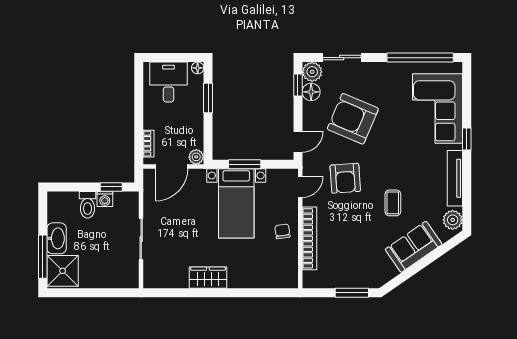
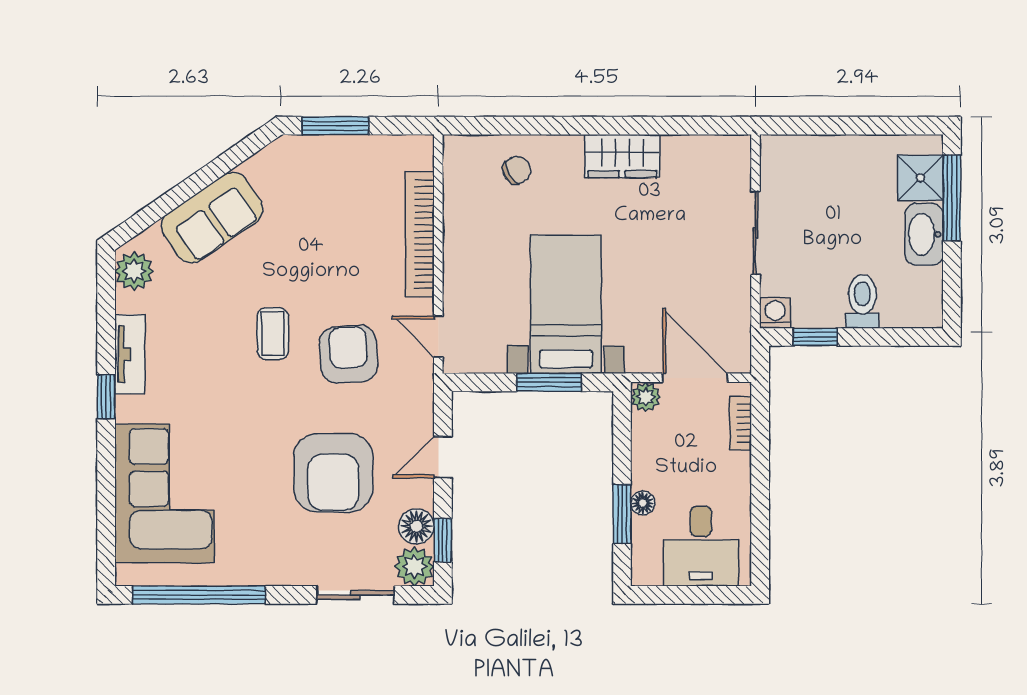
floor lamp: (198, 68) -> (643, 503), moved
armchair: (353, 119) -> (333, 473), turned 67
window: (467, 139) -> (106, 397), moved
door: (298, 142) -> (443, 457), moved
door: (171, 166) -> (695, 378), hinge flipped
tv unit: (455, 178) -> (130, 354), width x0.71
door: (300, 187) -> (438, 337), hinge flipped
washing machine: (105, 199) -> (775, 313), moved
coffee table: (393, 203) -> (273, 334), moved
chair: (282, 231) -> (517, 170), moved, turned -112
shower: (63, 271) -> (920, 178), width x0.73, depth x0.73

